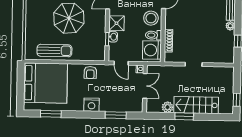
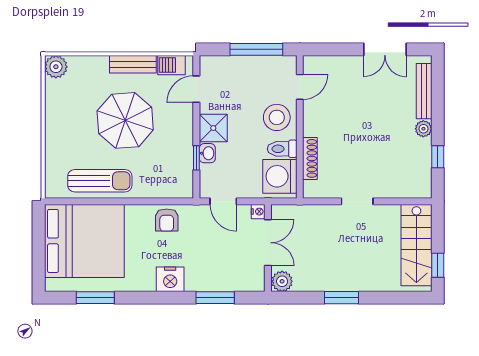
stairs: (196, 105) -> (416, 245), moved, turned -90
plant: (168, 107) -> (282, 281), moved

